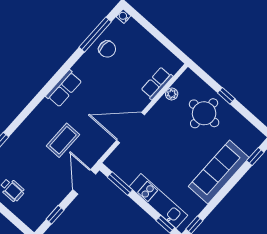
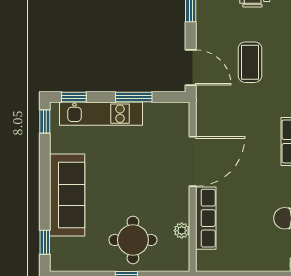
row of seats: (157, 83) -> (206, 218), width x1.48
coffee table: (63, 140) -> (250, 62), moved
window: (120, 184) -> (134, 97), moved

